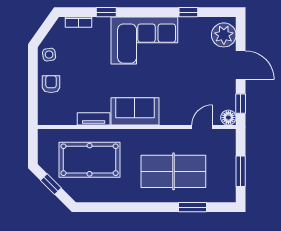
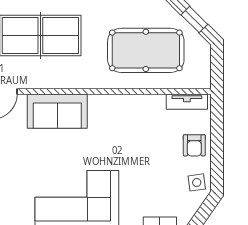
sofa: (135, 111) -> (57, 111), moved
tv unit: (94, 119) -> (187, 102), moved

